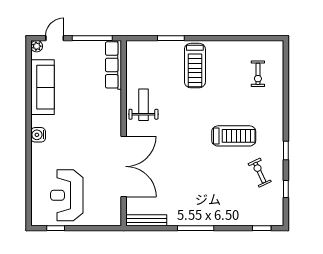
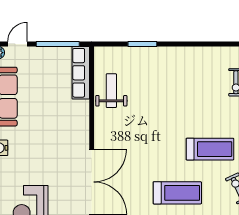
treadmill: (195, 66) -> (177, 193), moved, turned -90
weight bench: (143, 105) -> (111, 91), moved

